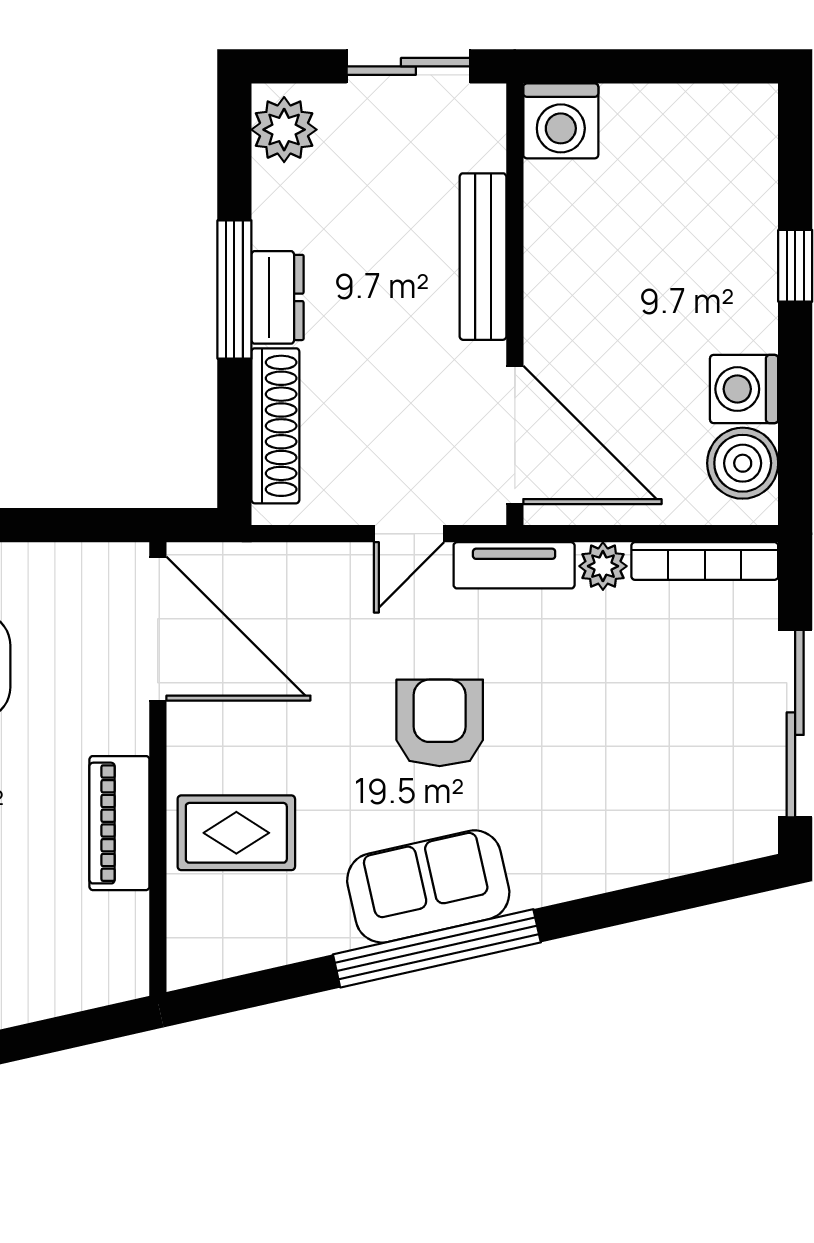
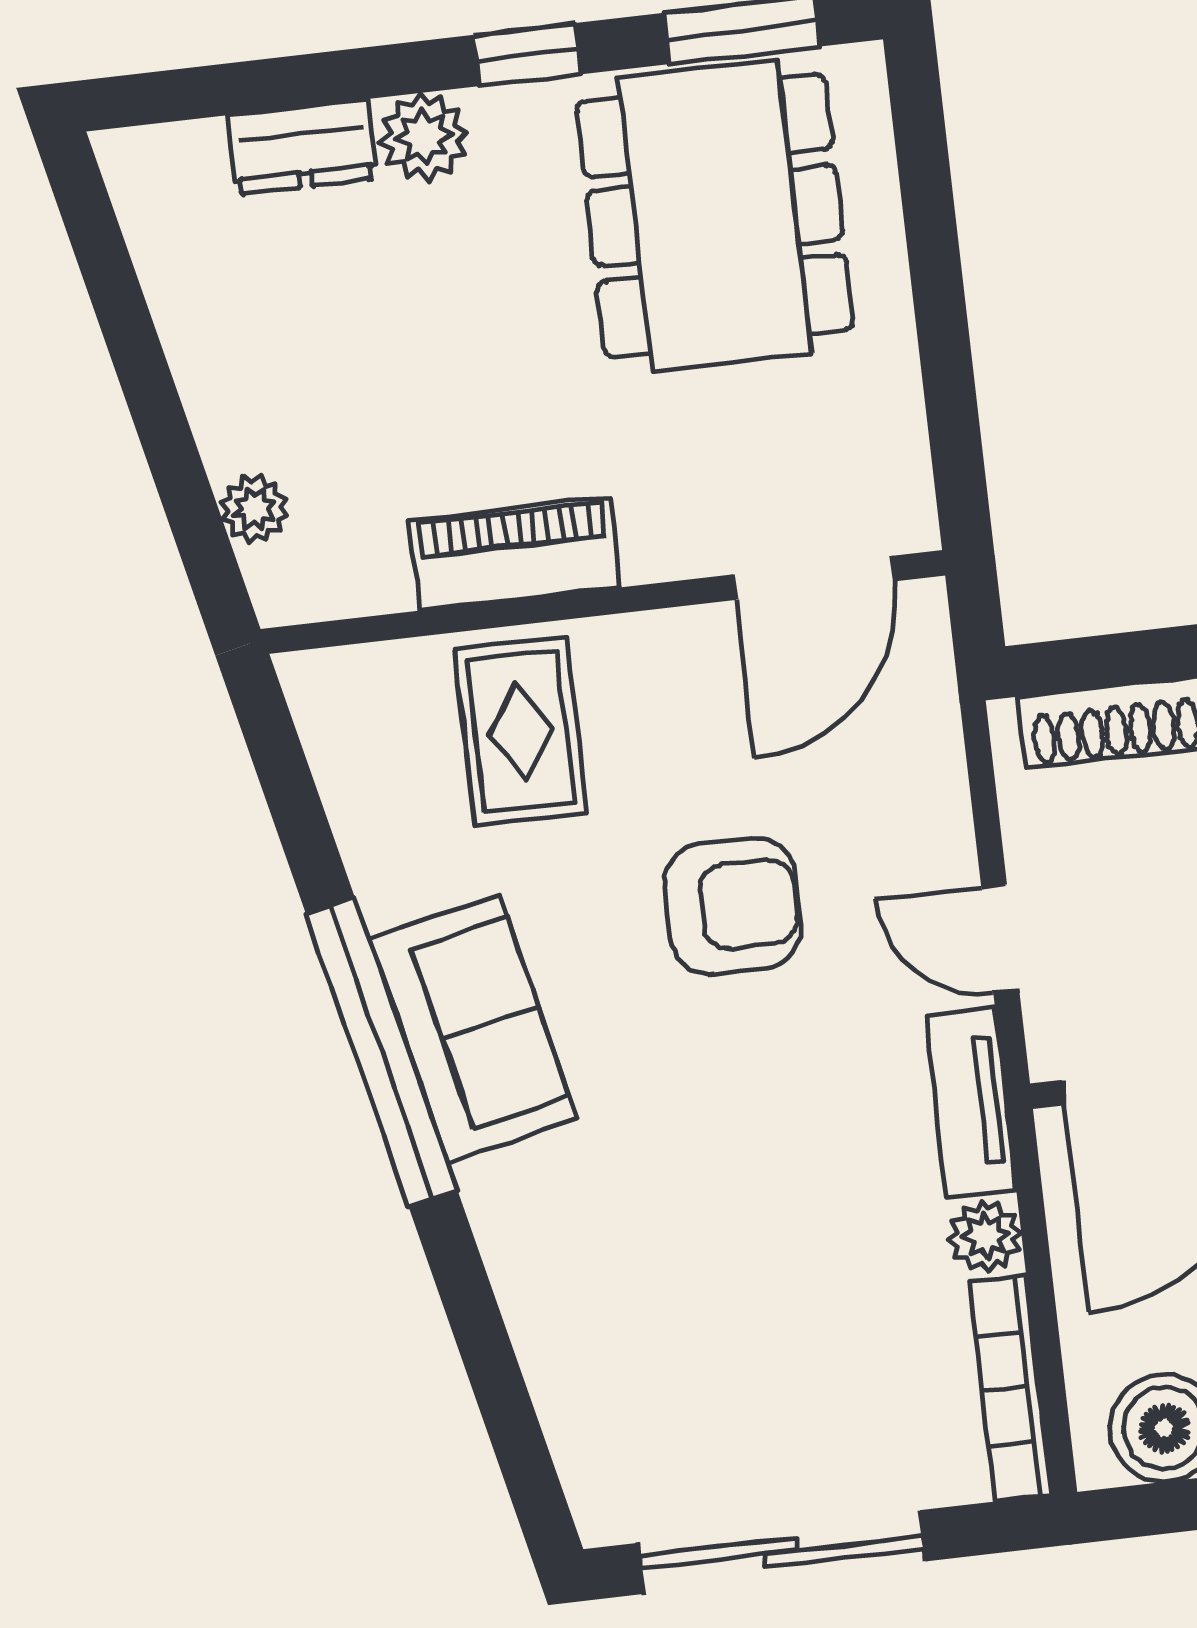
door: (158, 629) -> (814, 578), width x0.73
armchair: (440, 723) -> (733, 906), moved
plant: (70, 991) -> (254, 509), added

